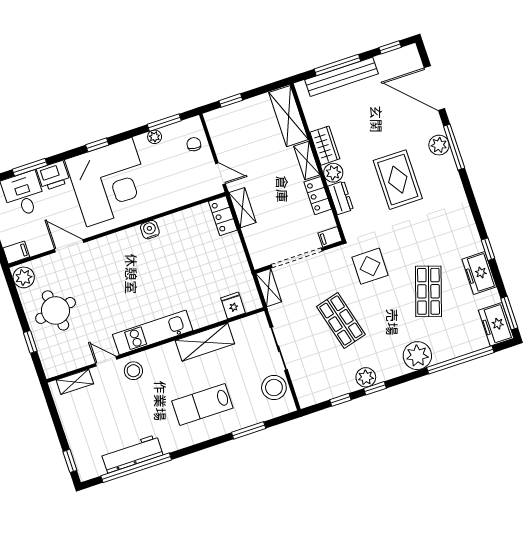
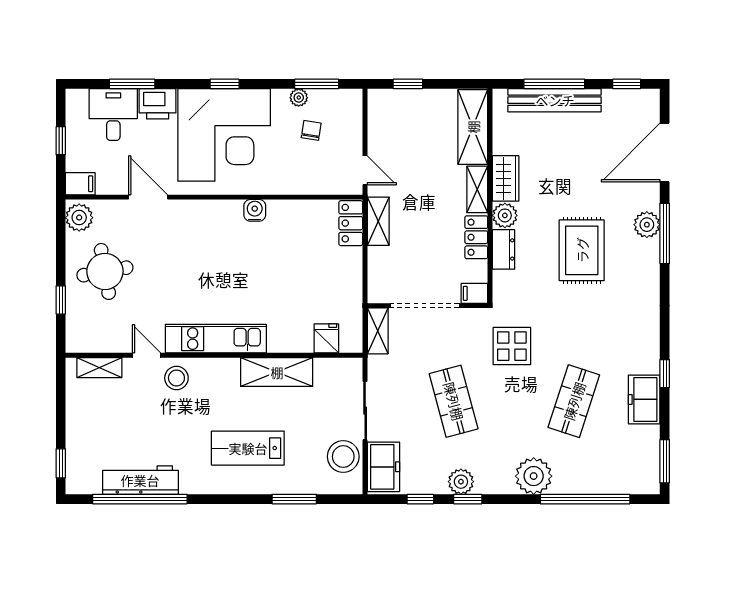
door: (434, 88) -> (665, 152), hinge flipped
chair: (194, 144) -> (311, 130), moved
freezer: (496, 324) -> (384, 467), moved, turned 180

